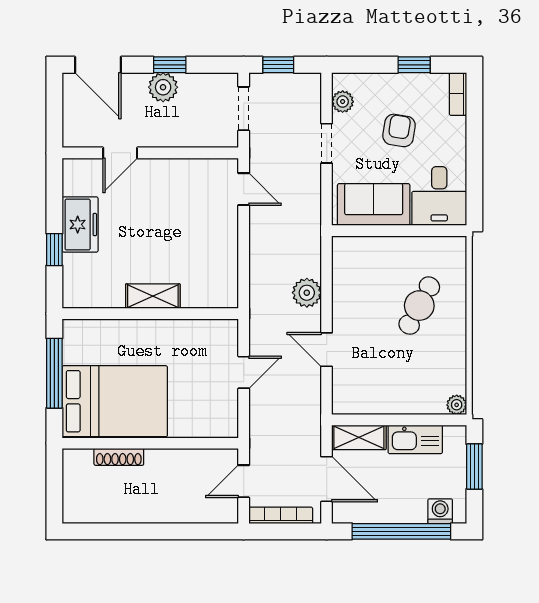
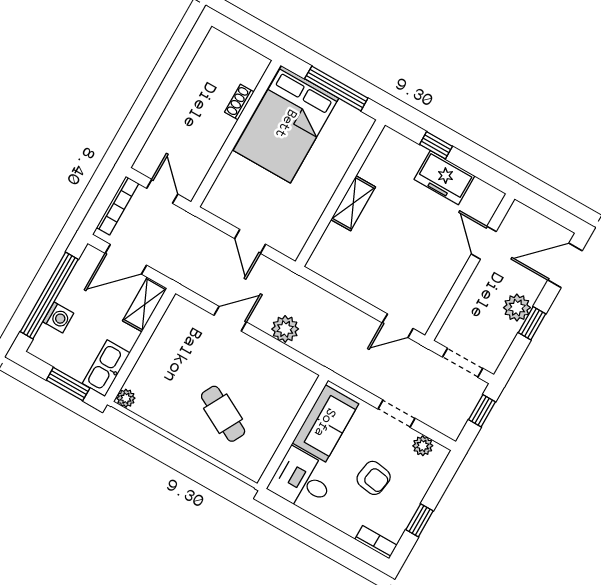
kitchen sink: (415, 439) -> (106, 368), moved
shoe rack: (119, 457) -> (239, 102), width x0.70
washing machine: (440, 511) -> (58, 317), moved

